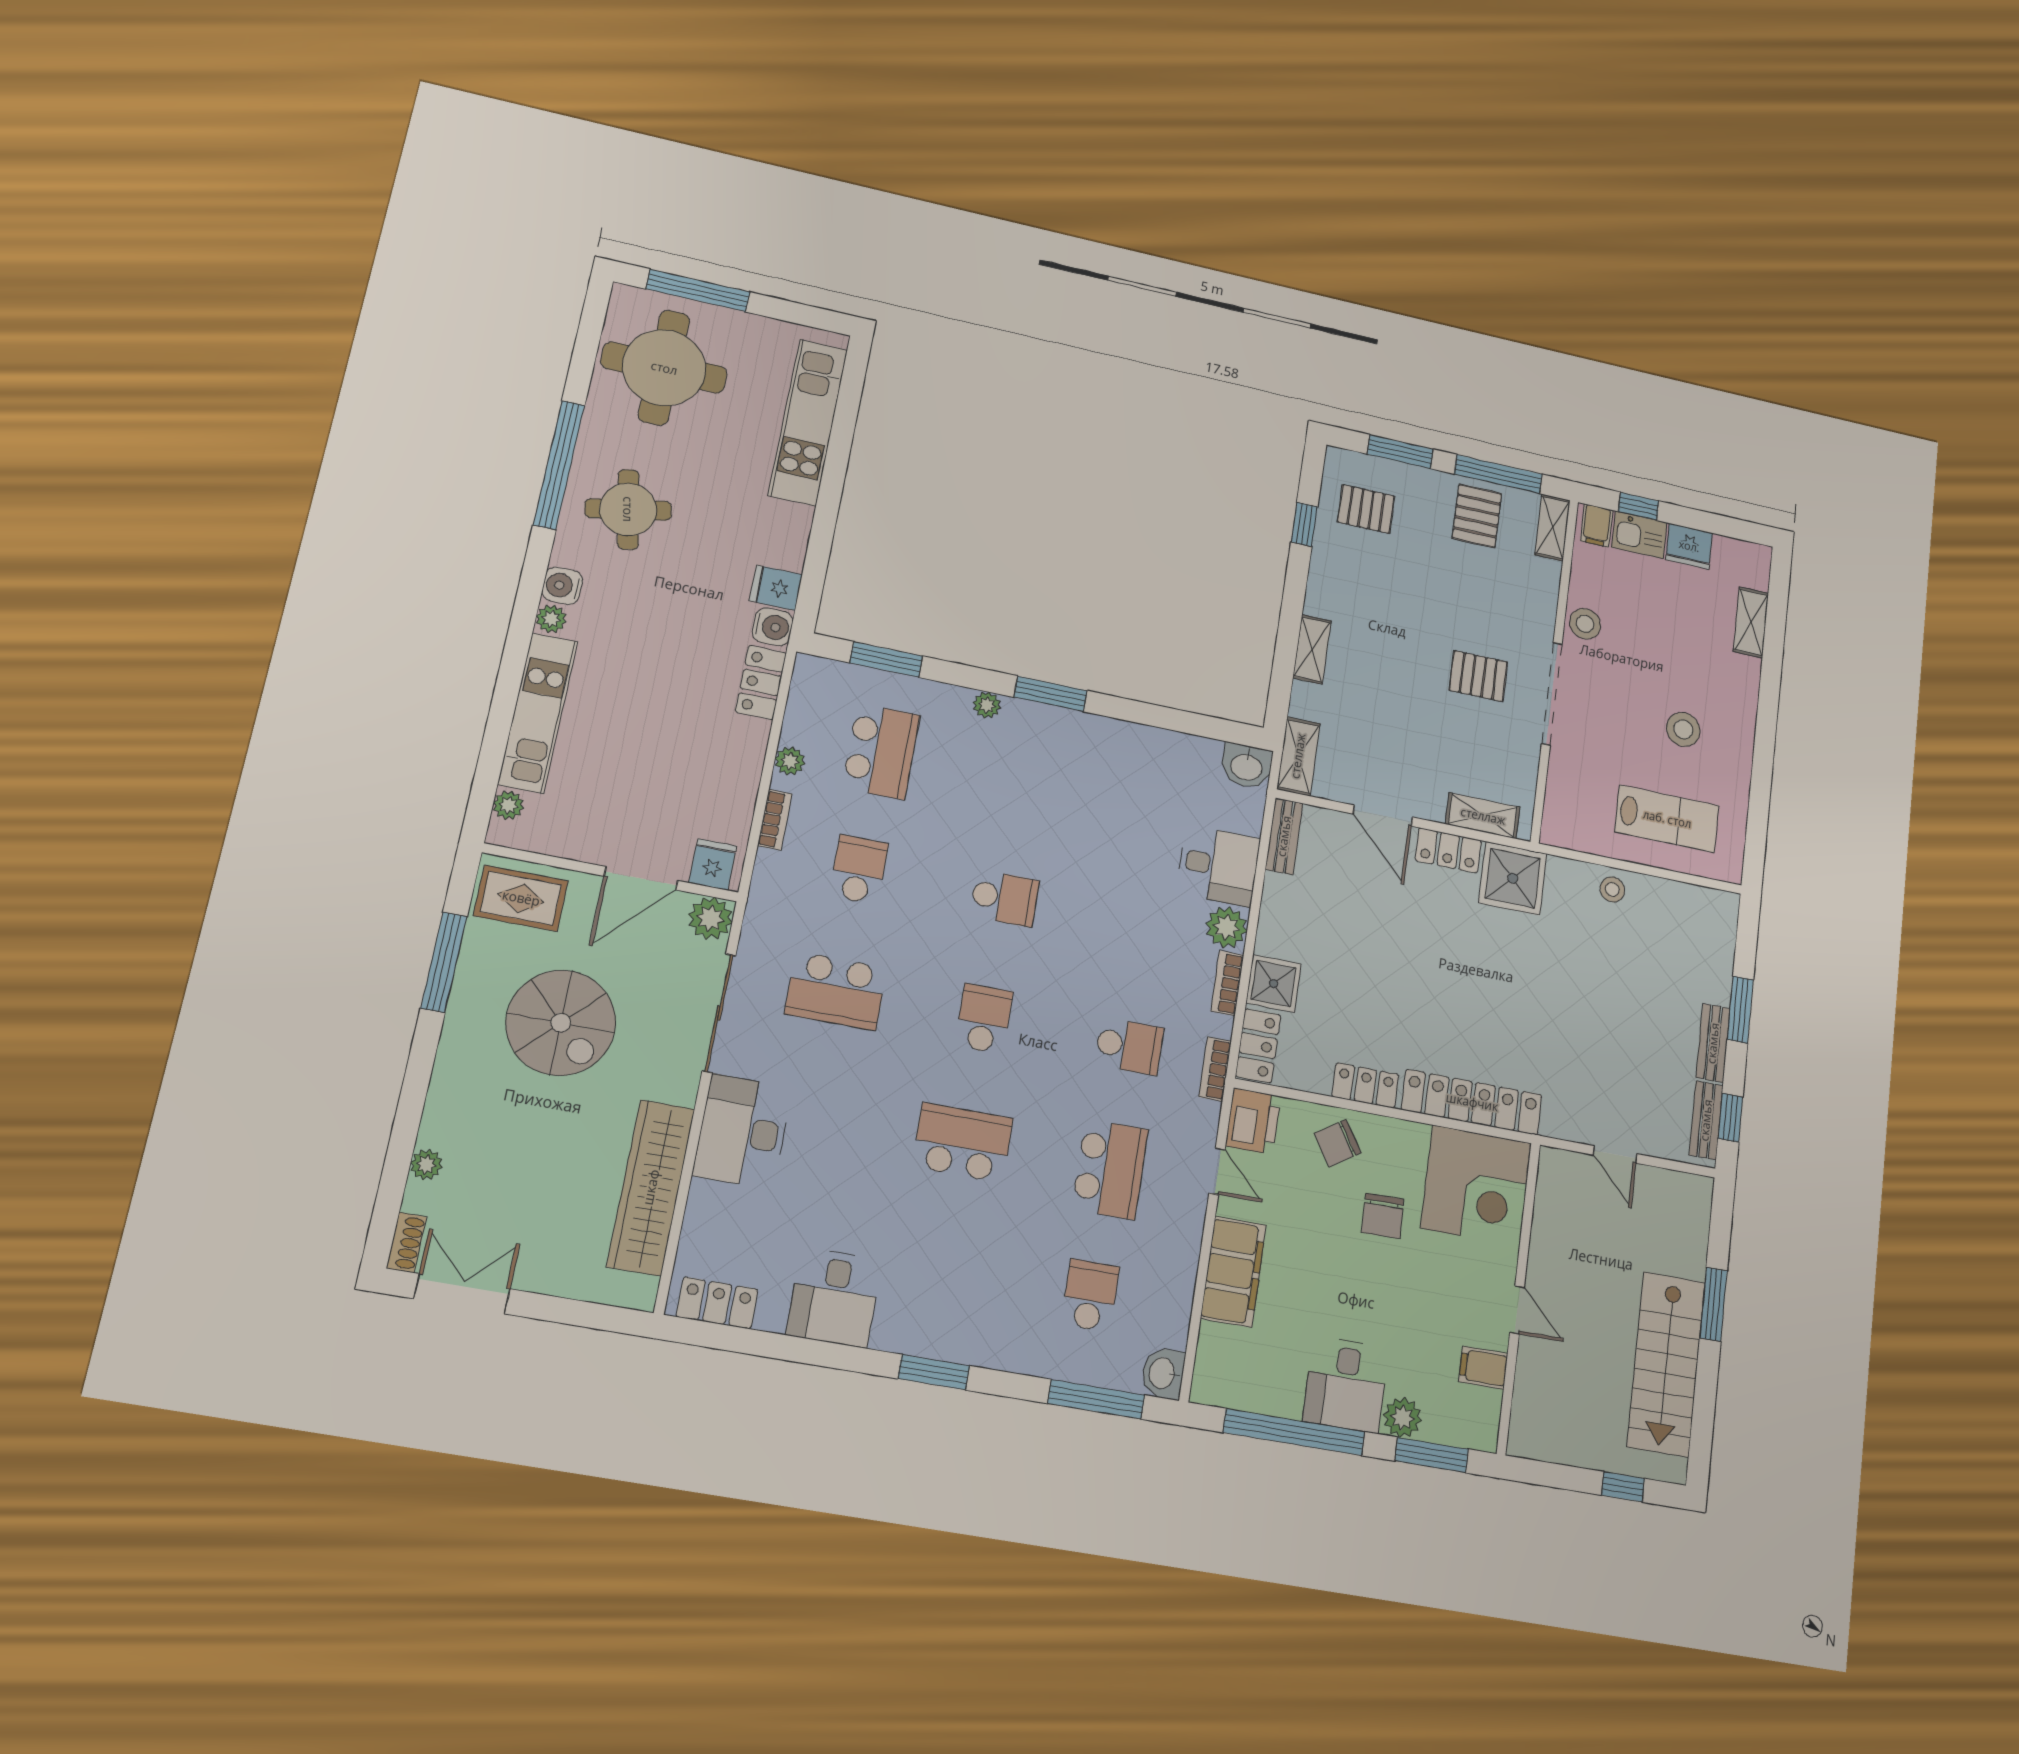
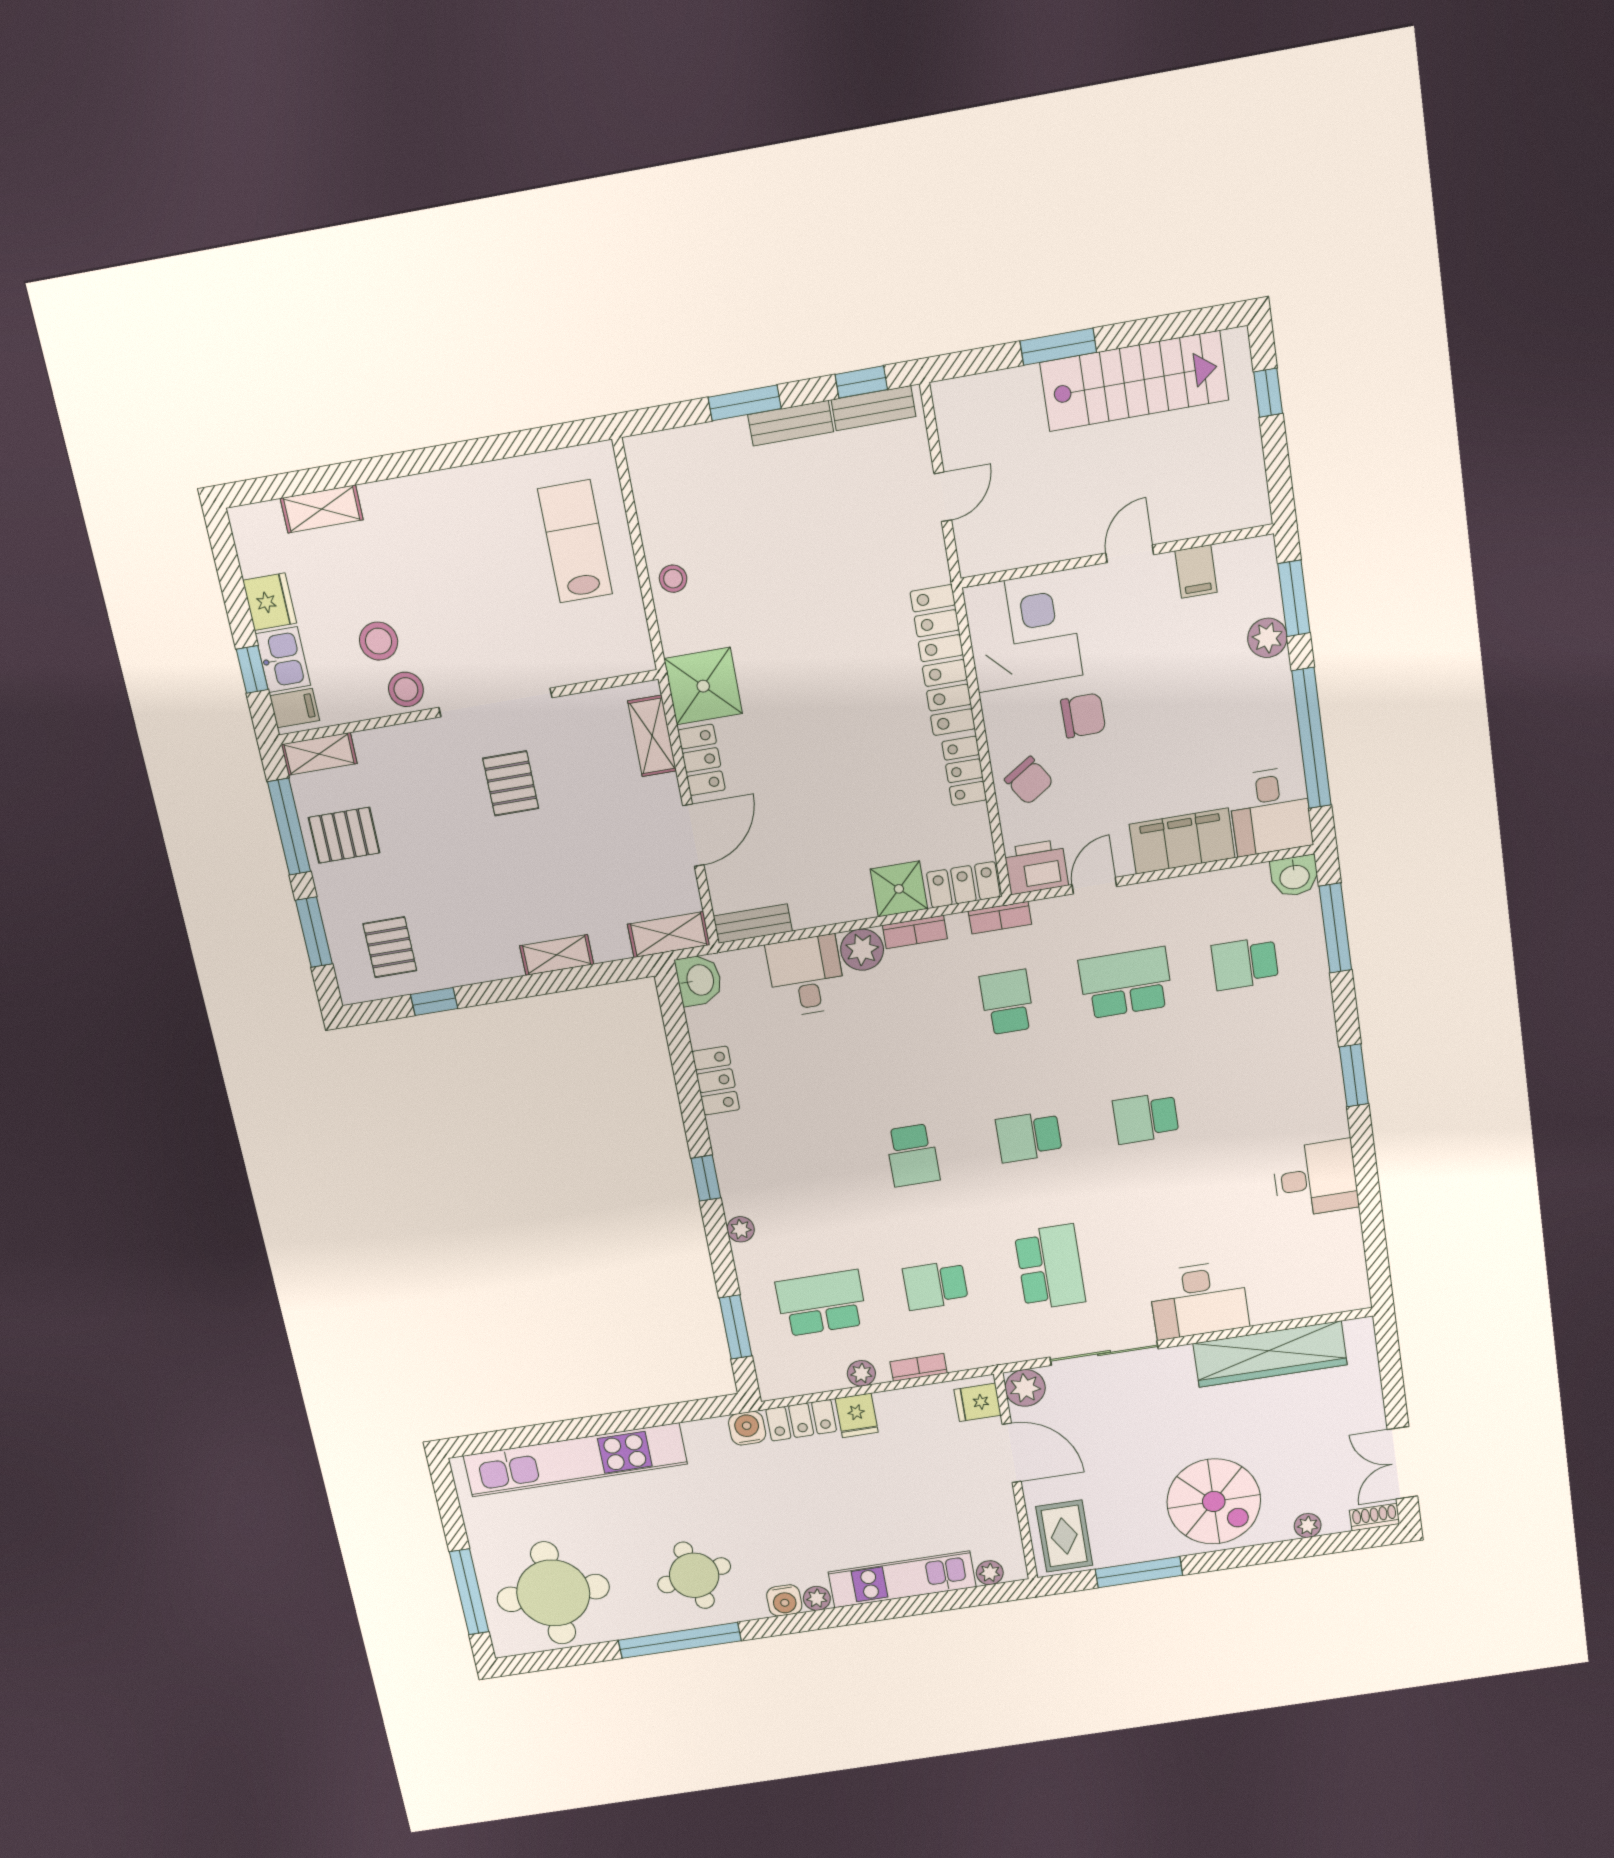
kitchen unit: (808, 422) -> (575, 1460), width x1.36
fridge: (776, 588) -> (857, 1415), moved
window: (1051, 694) -> (706, 1178), width x0.67
stool: (1683, 729) -> (379, 641), moved
school desk: (1005, 898) -> (913, 1155), turned 180
spiral stairs: (561, 1023) -> (1214, 1501), moved, turned 90
school desk: (963, 1143) -> (1146, 1118), width x0.54
locker: (717, 1303) -> (716, 1081), moved, turned 180
desk: (1346, 1385) -> (1270, 811), moved, turned 90

